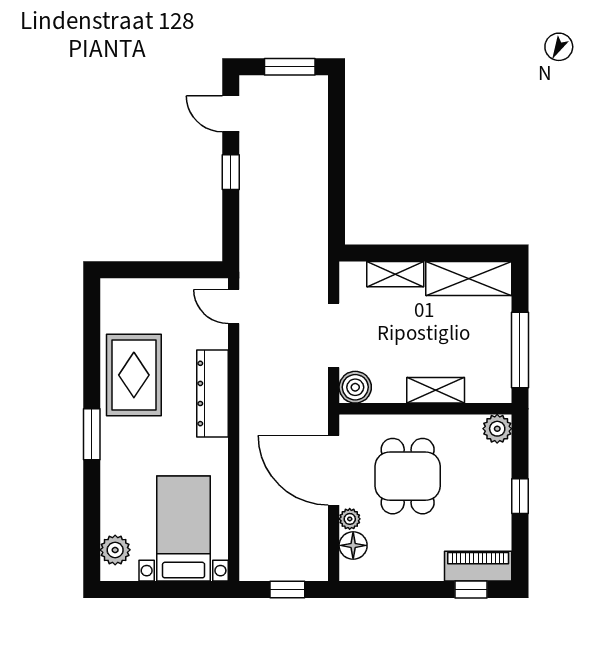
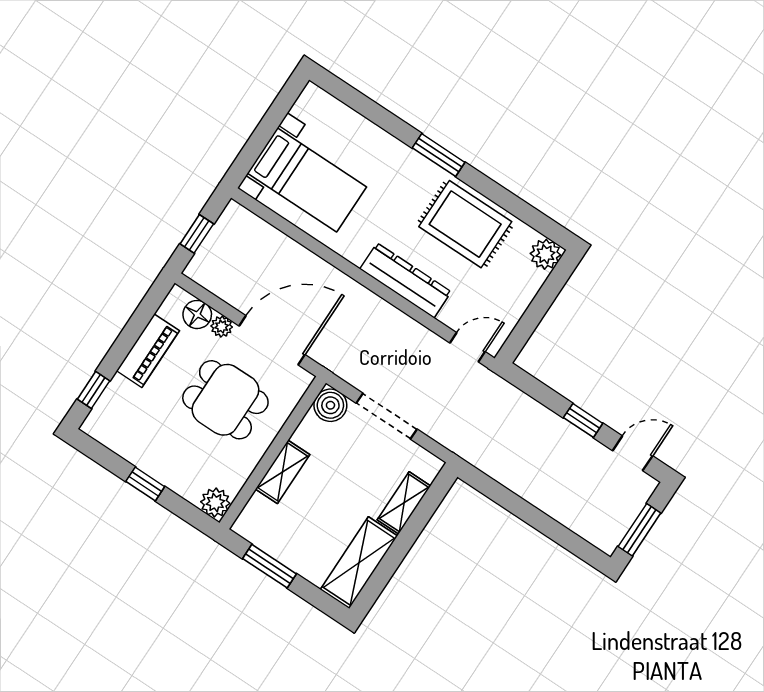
window: (520, 350) -> (269, 566), width x0.69
plant: (115, 550) -> (545, 254), moved
piano: (478, 566) -> (148, 351), moved

